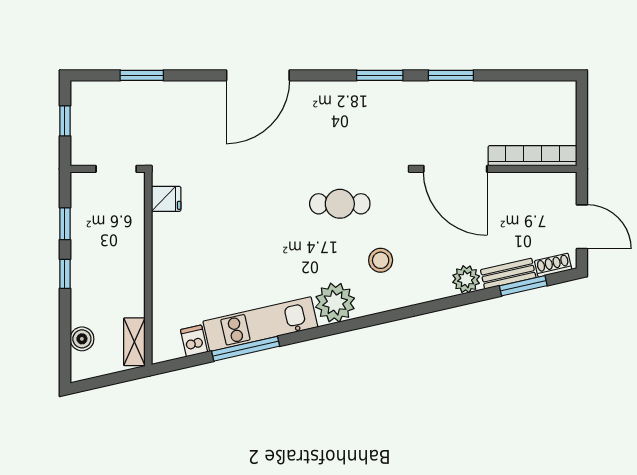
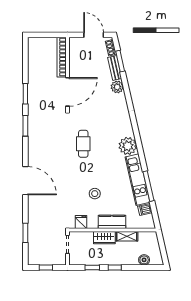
door: (582, 227) -> (94, 35), hinge flipped
wardrobe: (131, 251) -> (104, 238), added
stool: (381, 260) -> (95, 194), moved
kitchen counter: (166, 267) -> (112, 222), added
shelving: (134, 342) -> (127, 236), moved

